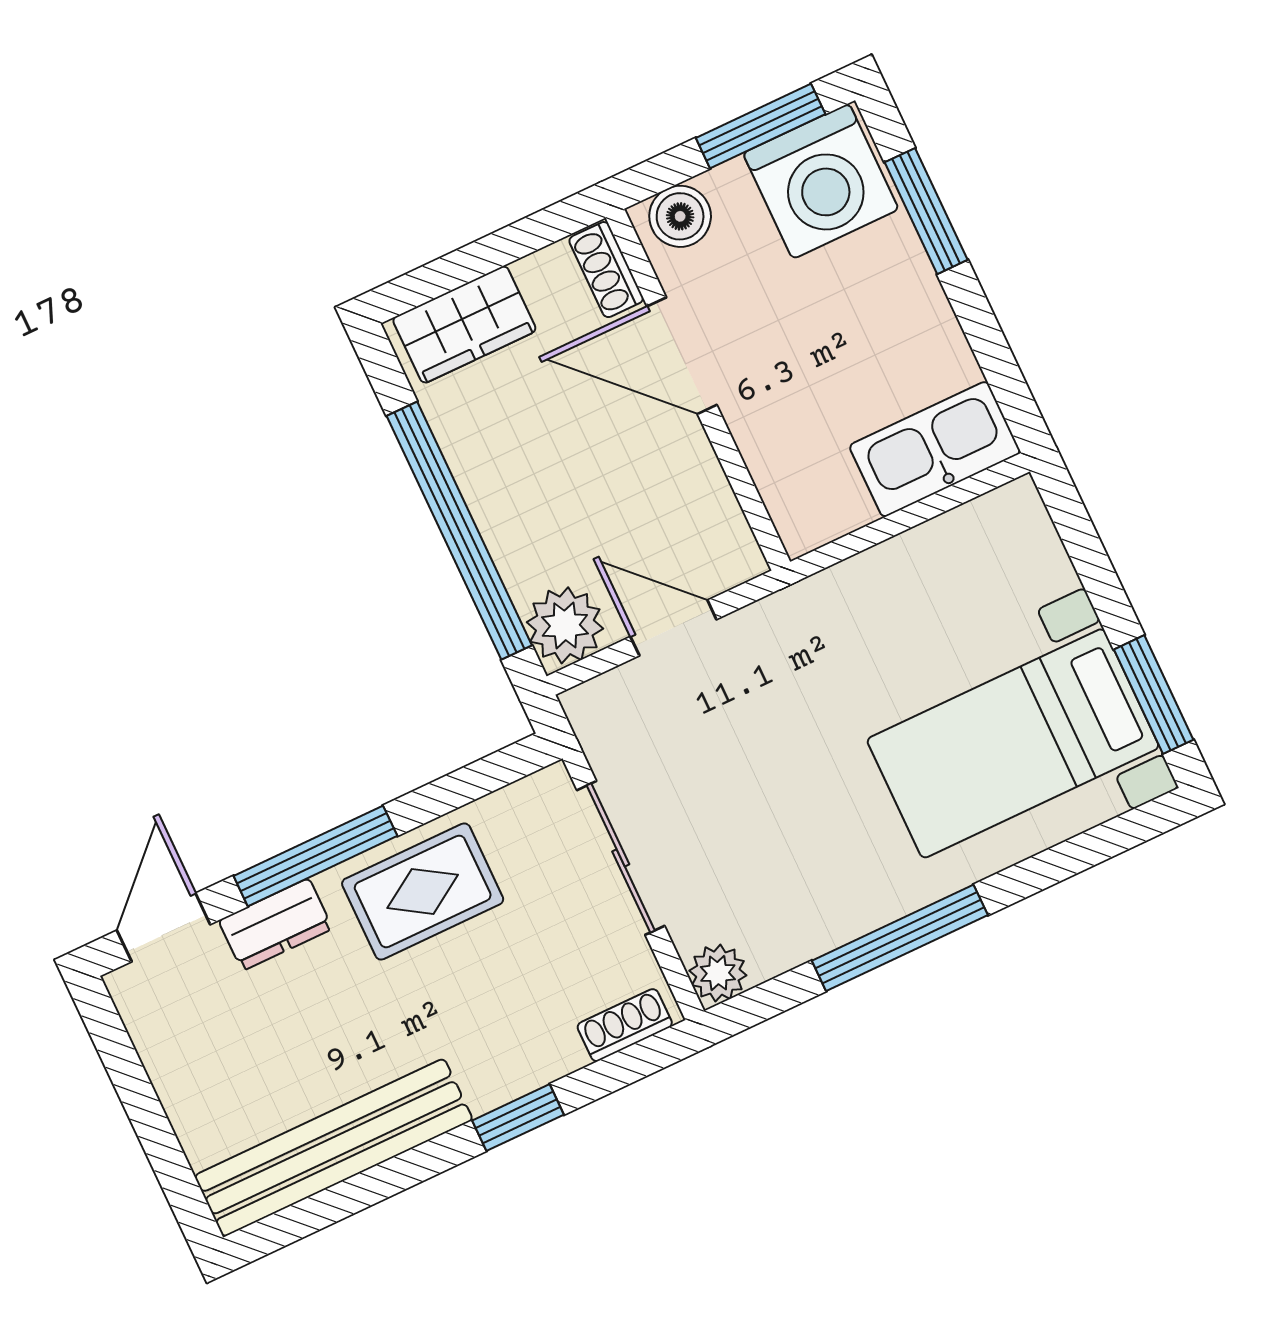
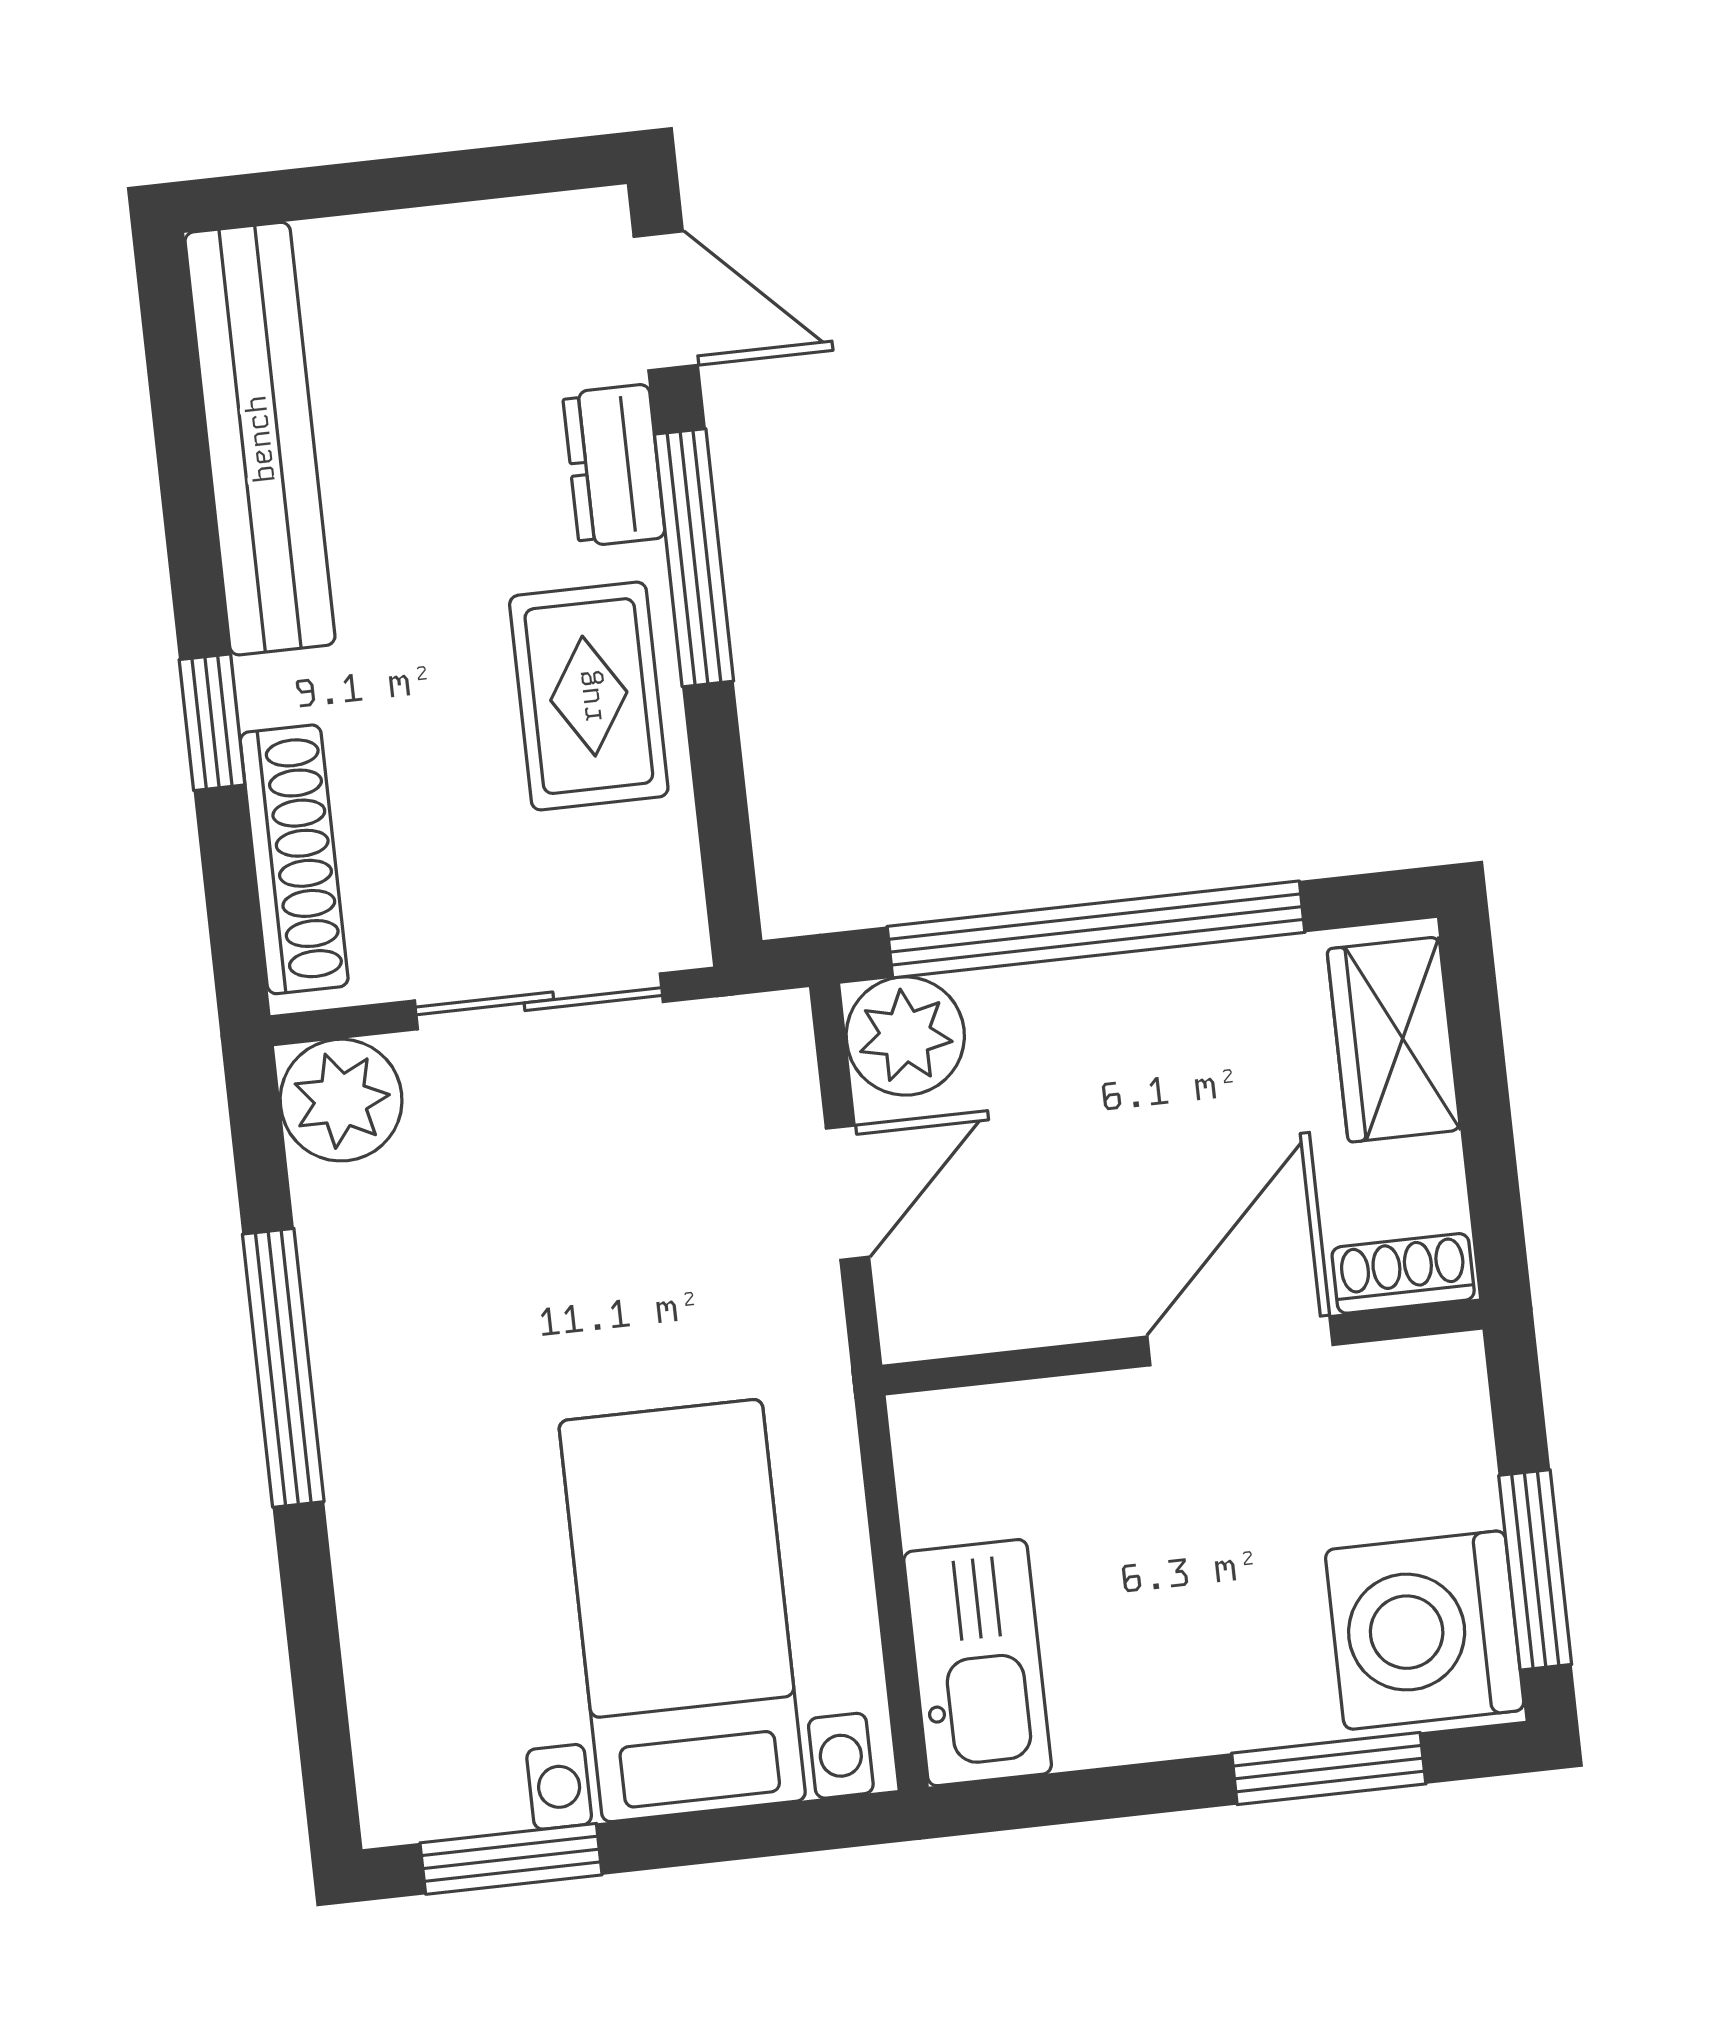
boiler: (680, 216) -> (1444, 1408), removed
bed with nightstands: (1013, 743) -> (682, 1611), moved
plant: (718, 973) -> (341, 1100), width x1.38, depth x1.38
shoe rack: (625, 1025) -> (294, 859), width x1.94, depth x1.24

